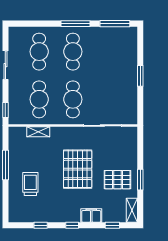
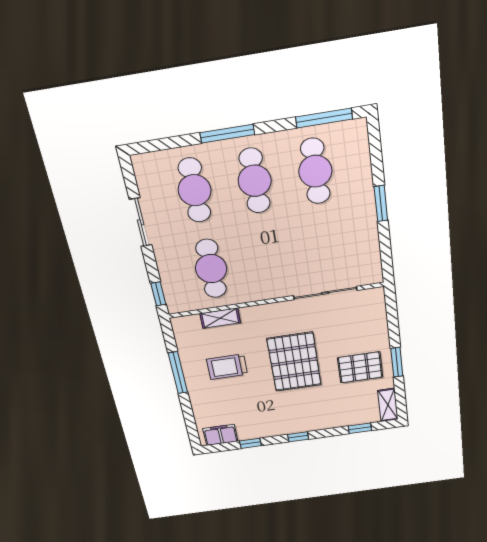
window: (75, 24) -> (227, 134), moved
cafe table: (73, 99) -> (315, 171), moved
trolley: (30, 184) -> (227, 367), moved, turned -90
filing cabinet: (91, 215) -> (220, 435), moved

